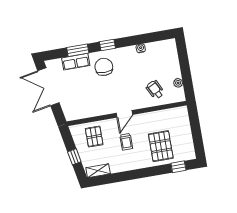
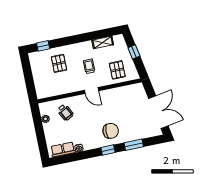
row of seats: (76, 62) -> (63, 149), moved
chair: (104, 67) -> (111, 131), turned -87
door: (124, 114) -> (92, 90), swing flipped
pallet: (161, 146) -> (59, 63), width x0.67, depth x0.71
shelving: (98, 171) -> (103, 42), moved

